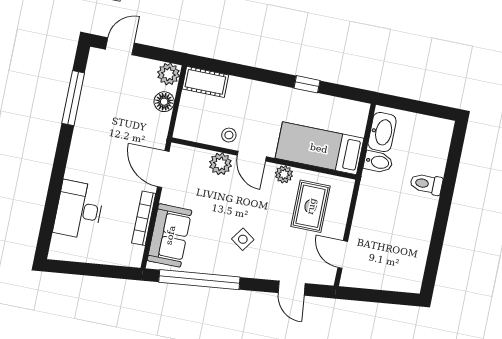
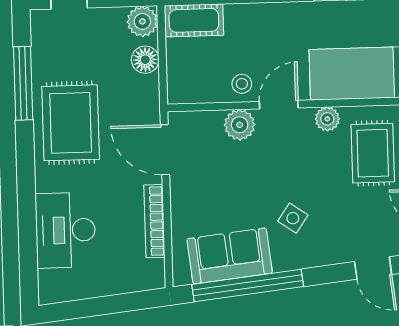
rug: (100, 134) -> (71, 123), added
door: (252, 156) -> (279, 105), swing flipped
sofa: (170, 235) -> (230, 256), moved, turned -96

